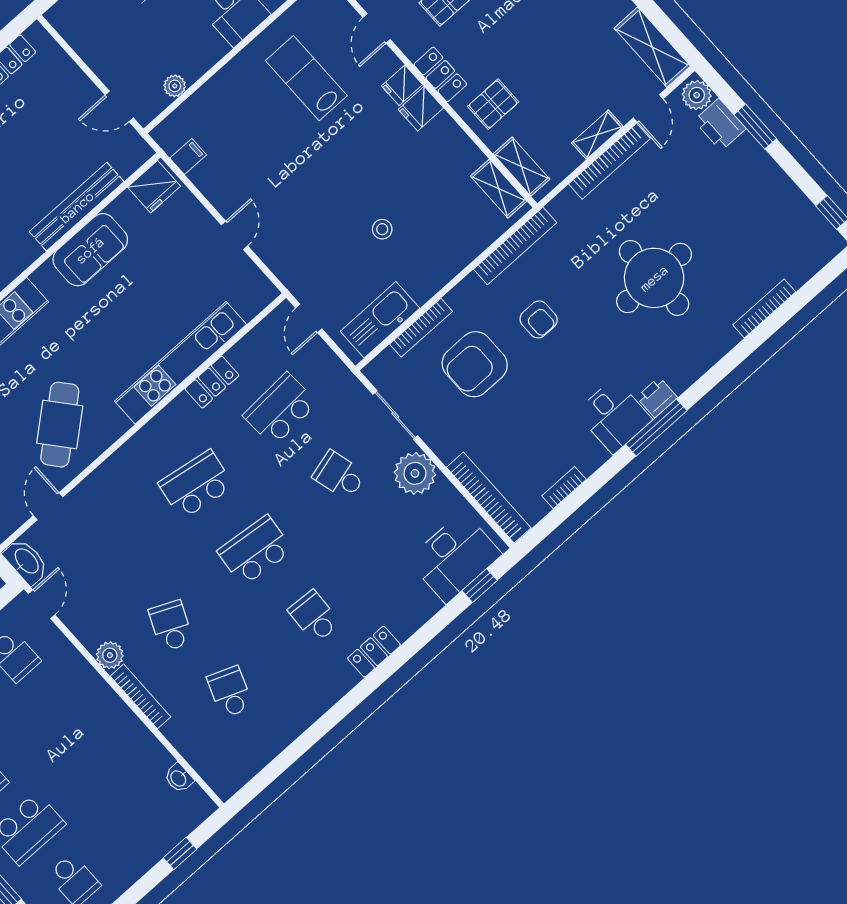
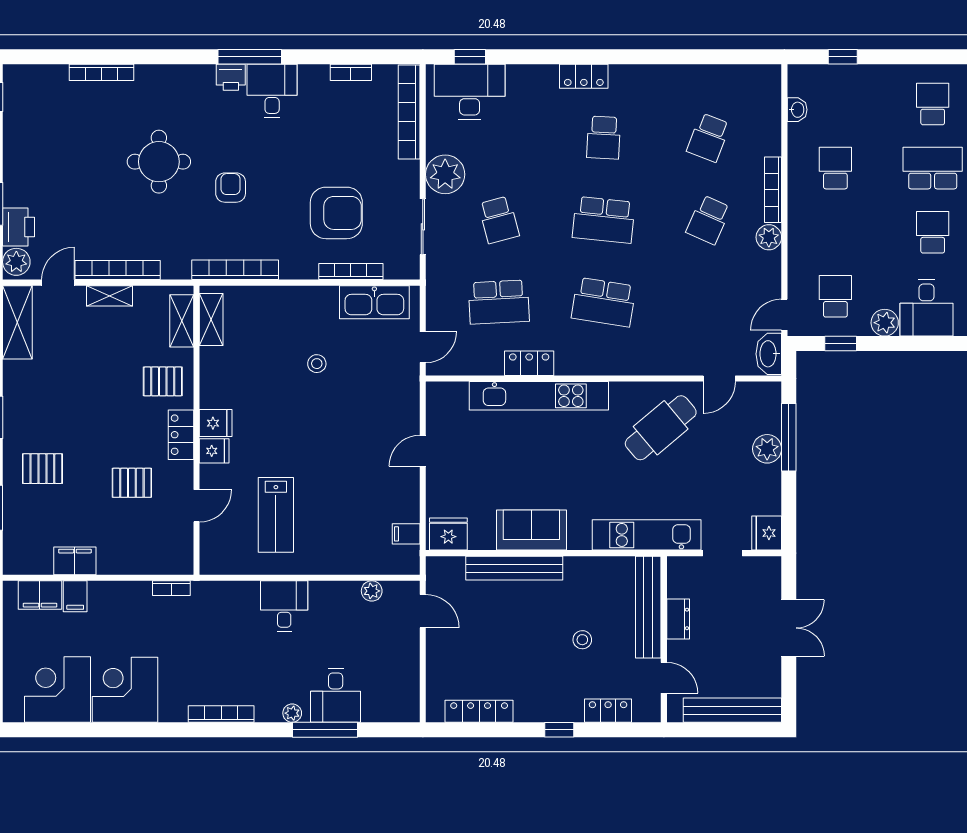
round table: (654, 278) -> (159, 162), width x0.73, depth x0.73
armchair: (539, 319) -> (231, 188), moved
school desk: (106, 759) -> (835, 168), added

